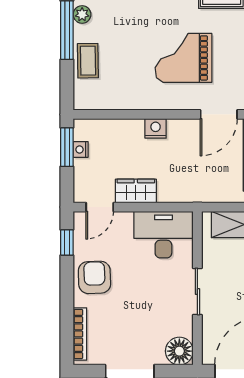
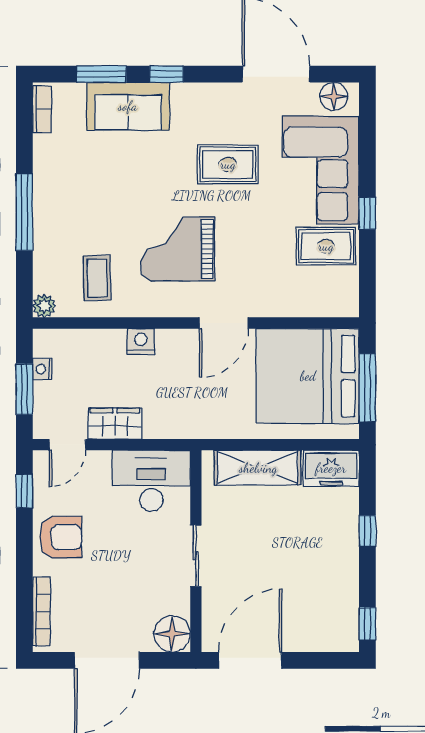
plant: (82, 14) -> (44, 306), moved
coffee table: (88, 61) -> (97, 278), moved
window: (67, 147) -> (24, 389), moved
armchair: (94, 277) -> (61, 537), turned 92

